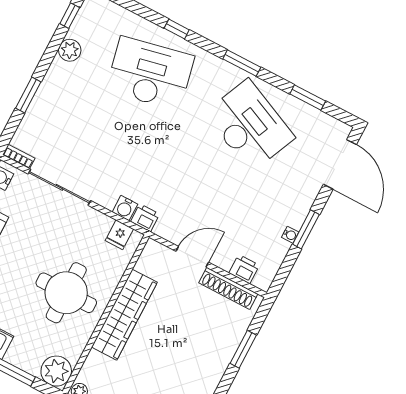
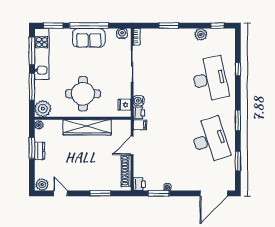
window: (177, 29) -> (238, 69), moved
desk: (250, 125) -> (210, 140), turned -42
filing cabinet: (165, 226) -> (140, 125), added
window: (306, 229) -> (159, 193), moved
door: (192, 257) -> (132, 145), swing flipped
printer: (244, 269) -> (139, 184), moved

